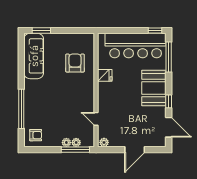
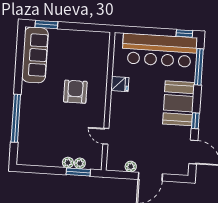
armchair: (75, 63) -> (75, 92), moved
armchair: (36, 135) -> (31, 151), removed
plant: (104, 142) -> (131, 167), moved
window: (75, 150) -> (78, 172), width x0.69

